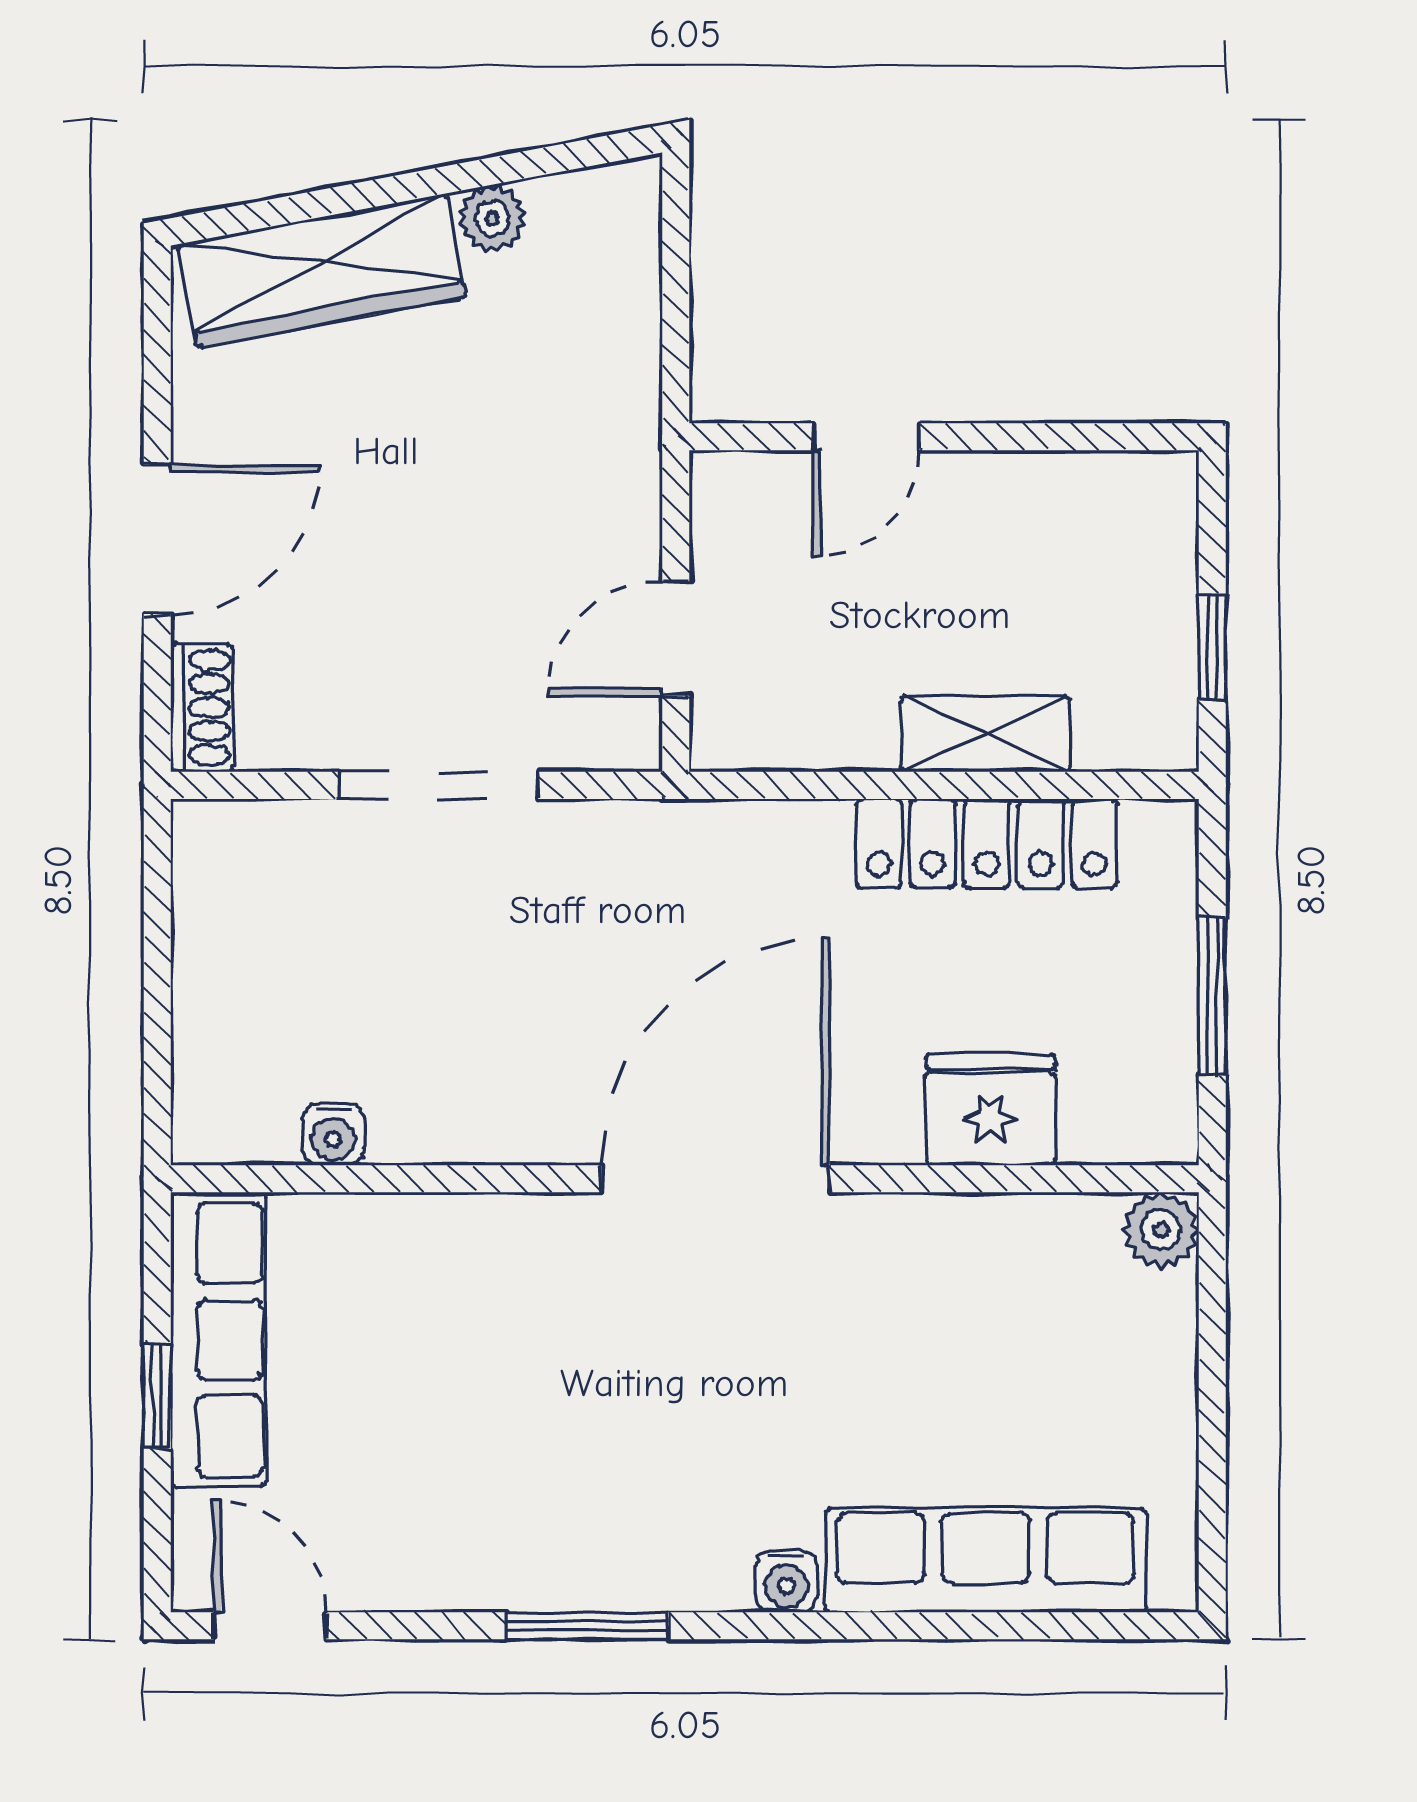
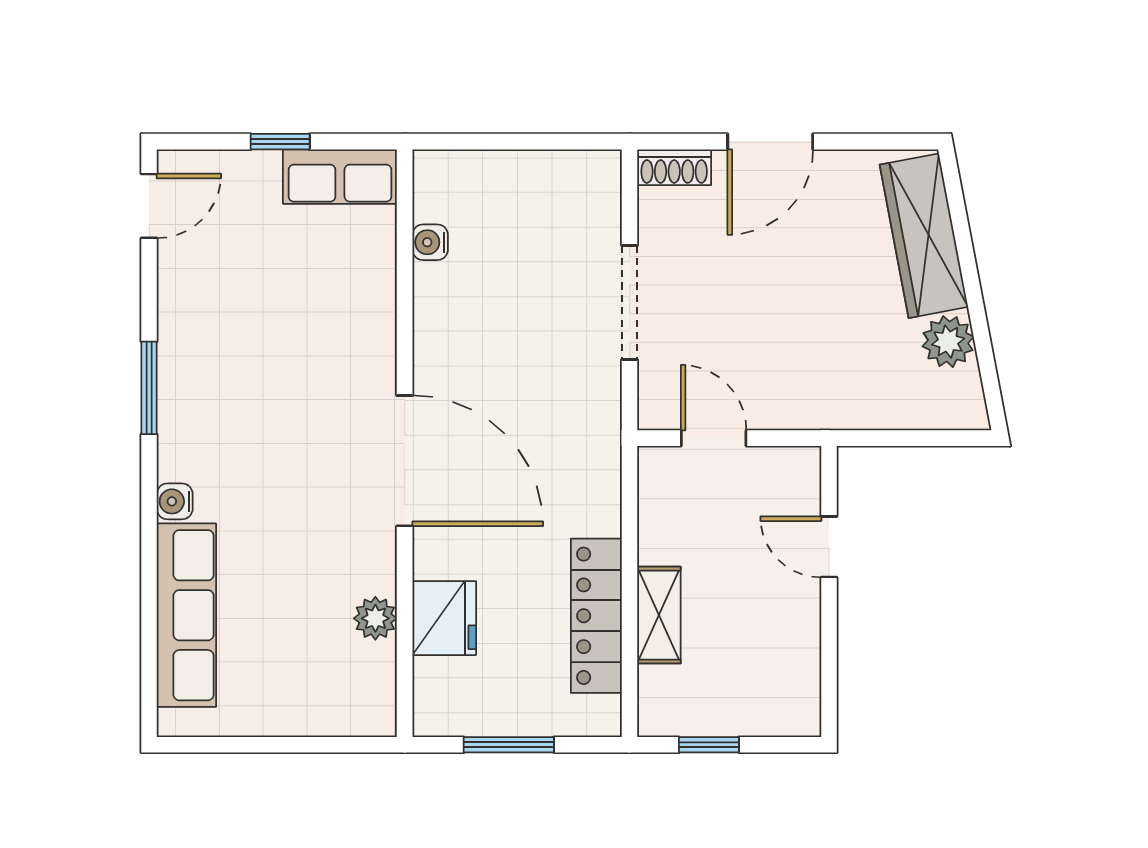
plant: (492, 218) -> (948, 342), width x1.38, depth x1.38
door: (157, 539) -> (770, 142), hinge flipped
plant: (1161, 1230) -> (375, 618), moved
row of seats: (218, 1340) -> (340, 177), width x0.68

